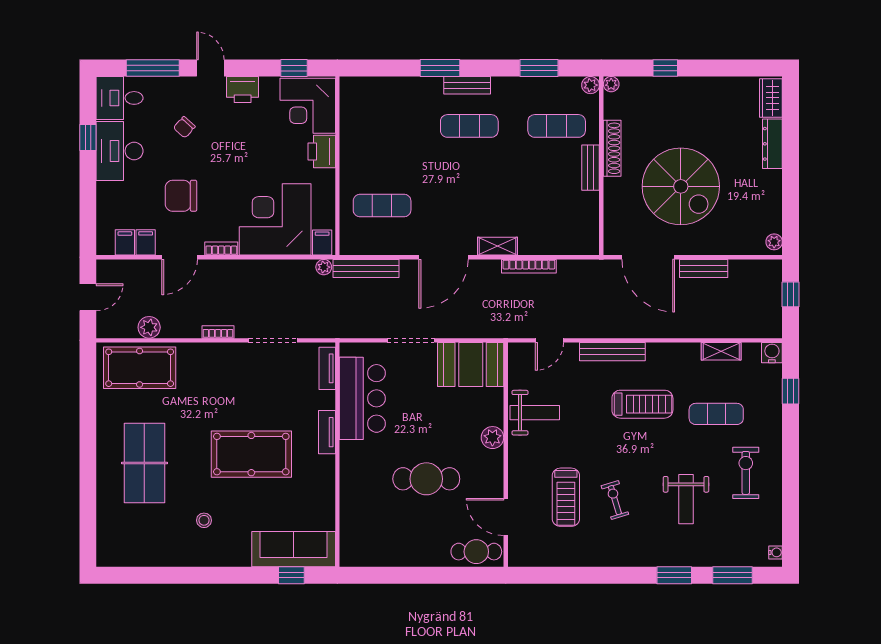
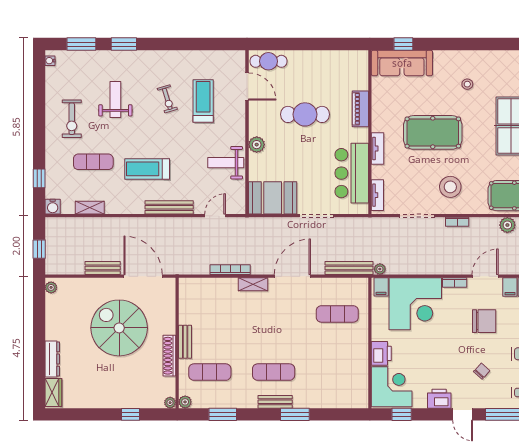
stool: (227, 380) -> (450, 187), added
piano: (350, 486) -> (360, 109), added

